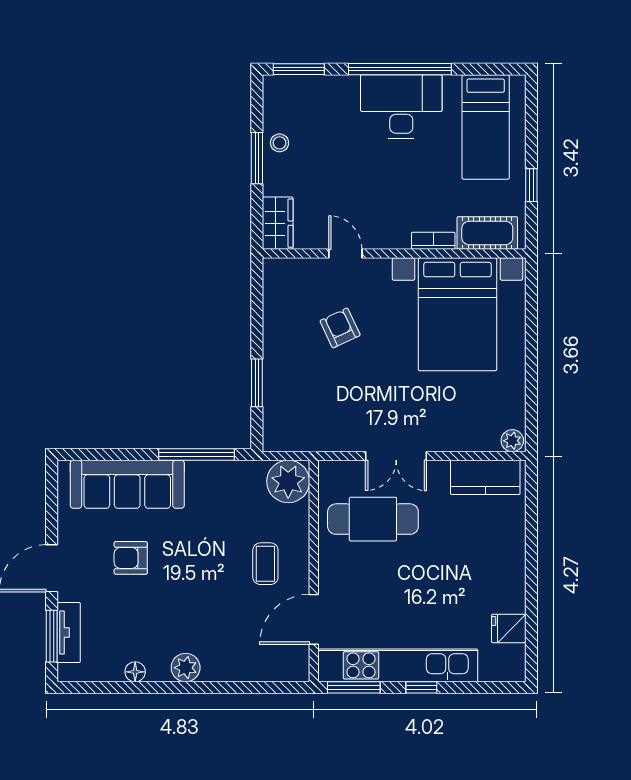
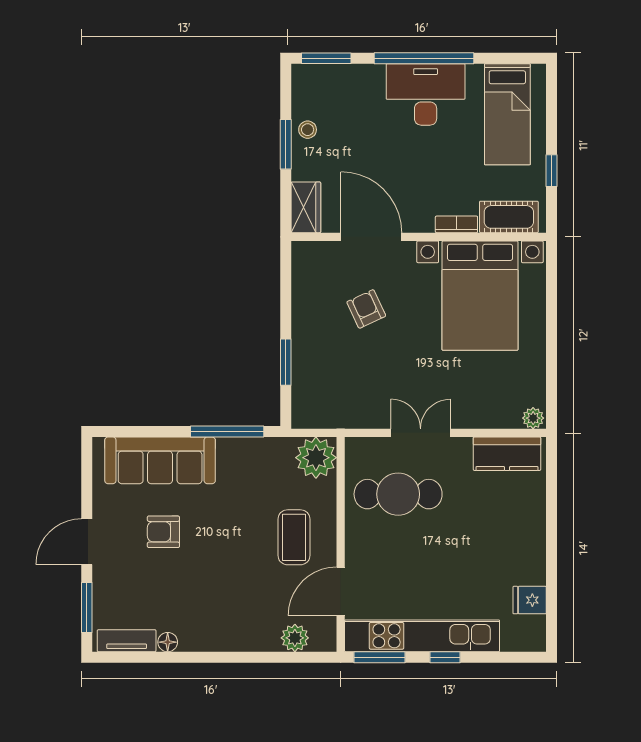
door: (345, 254) -> (371, 237), width x1.88
double door: (396, 456) -> (421, 433), swing flipped
coffee table: (265, 564) -> (294, 537), width x1.36, depth x1.30
tv unit: (69, 633) -> (127, 641), moved, turned -90
plant: (186, 668) -> (295, 638), moved

